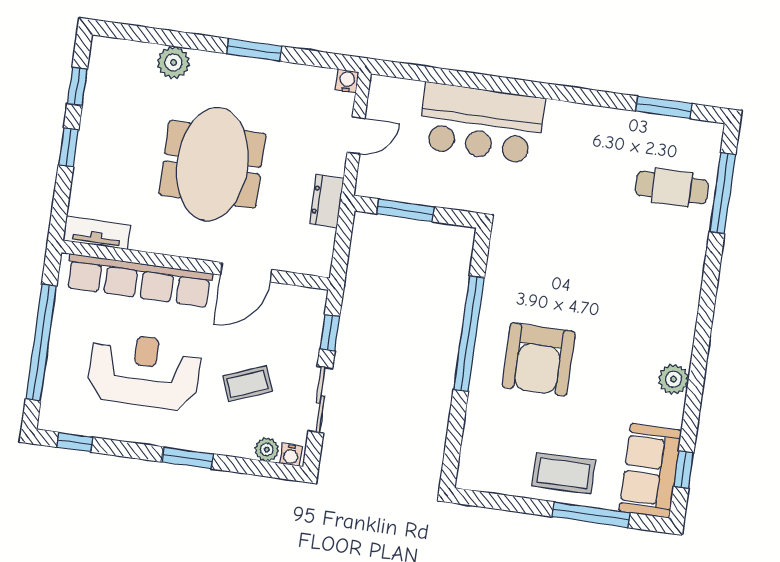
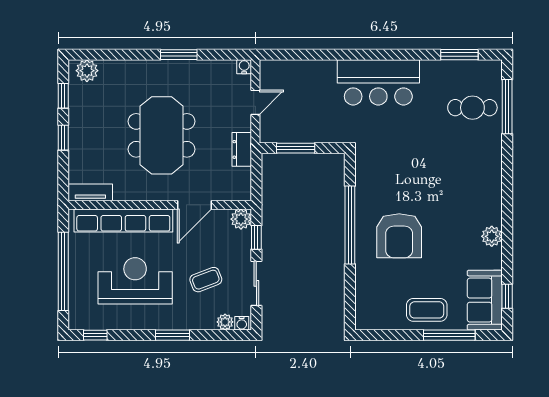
plant: (174, 62) -> (87, 71), moved
bar counter: (481, 123) -> (378, 82), moved
plant: (311, 303) -> (241, 219), added

